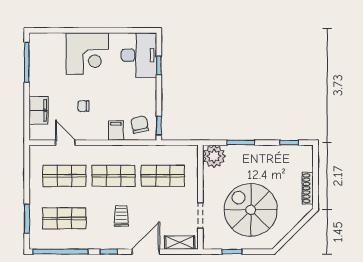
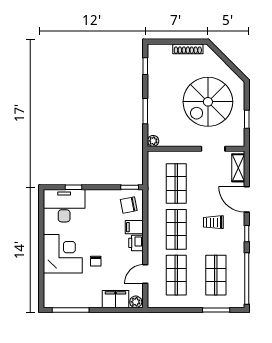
chair: (83, 106) -> (96, 261), moved
plant: (35, 132) -> (136, 302), added
printer: (99, 132) -> (136, 243), added
plant: (214, 156) -> (153, 141), width x0.53, depth x0.53

